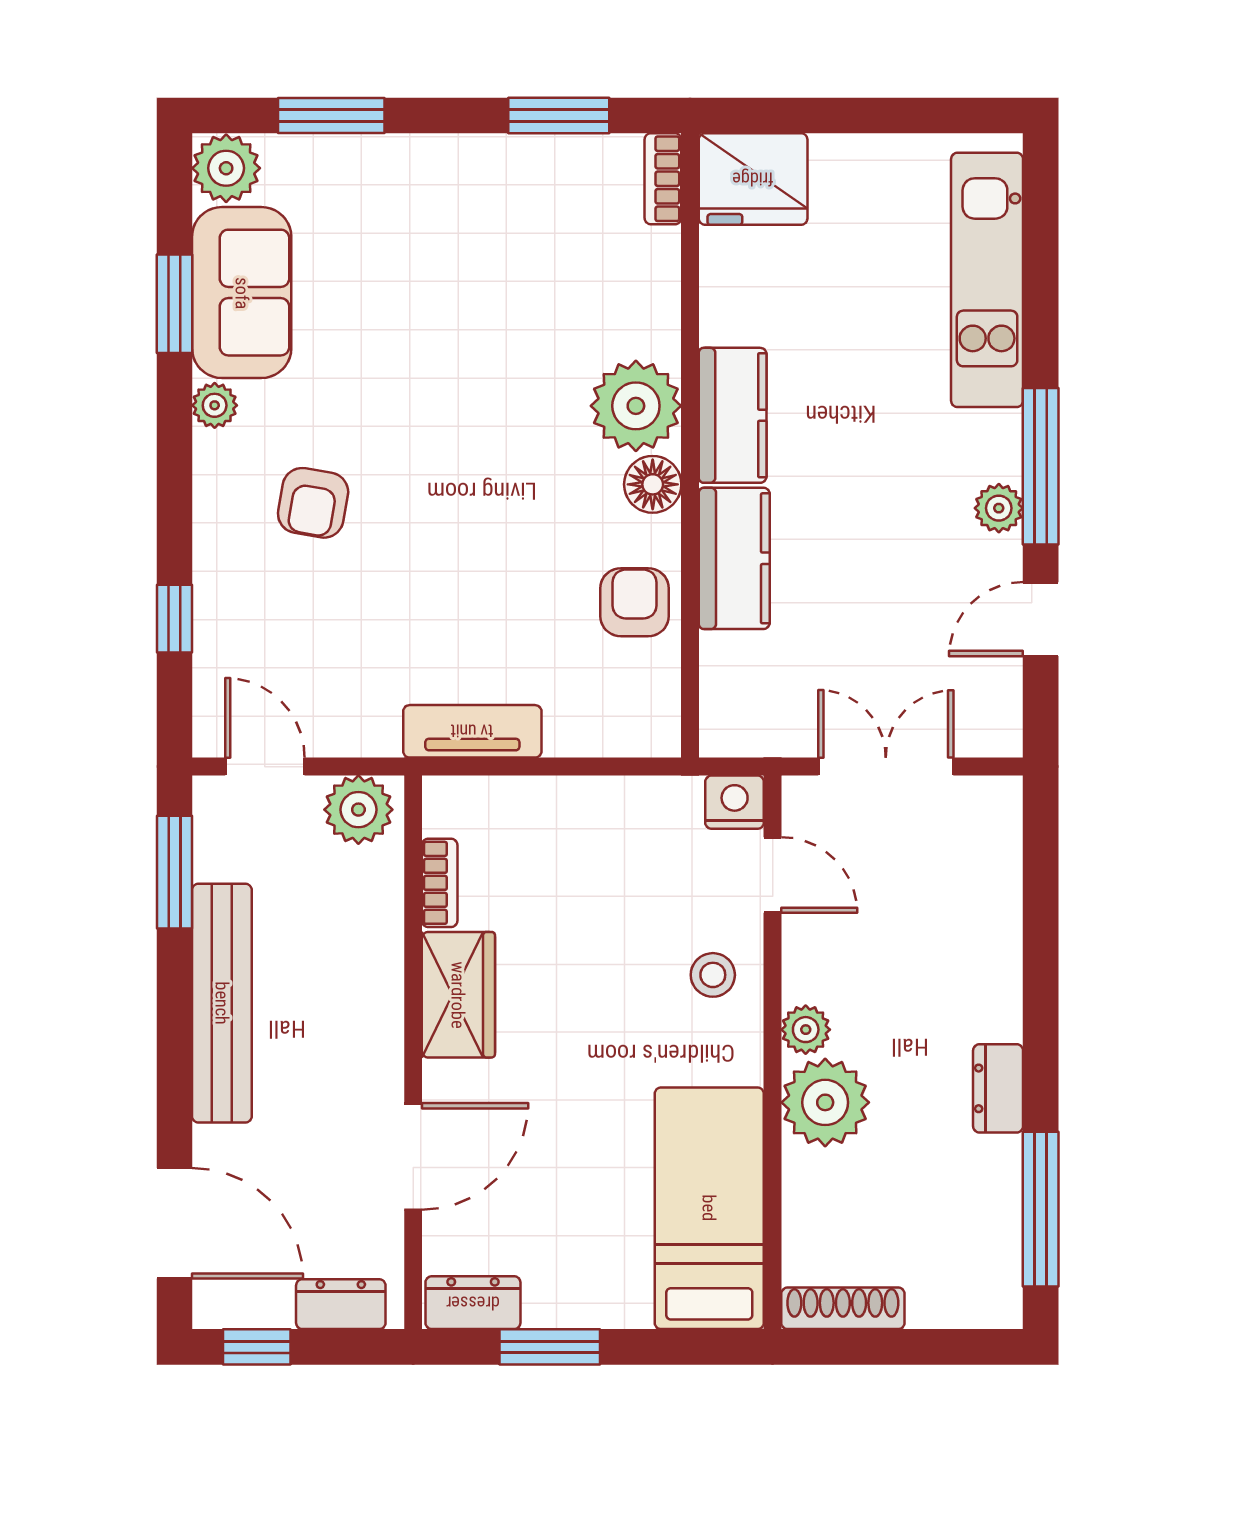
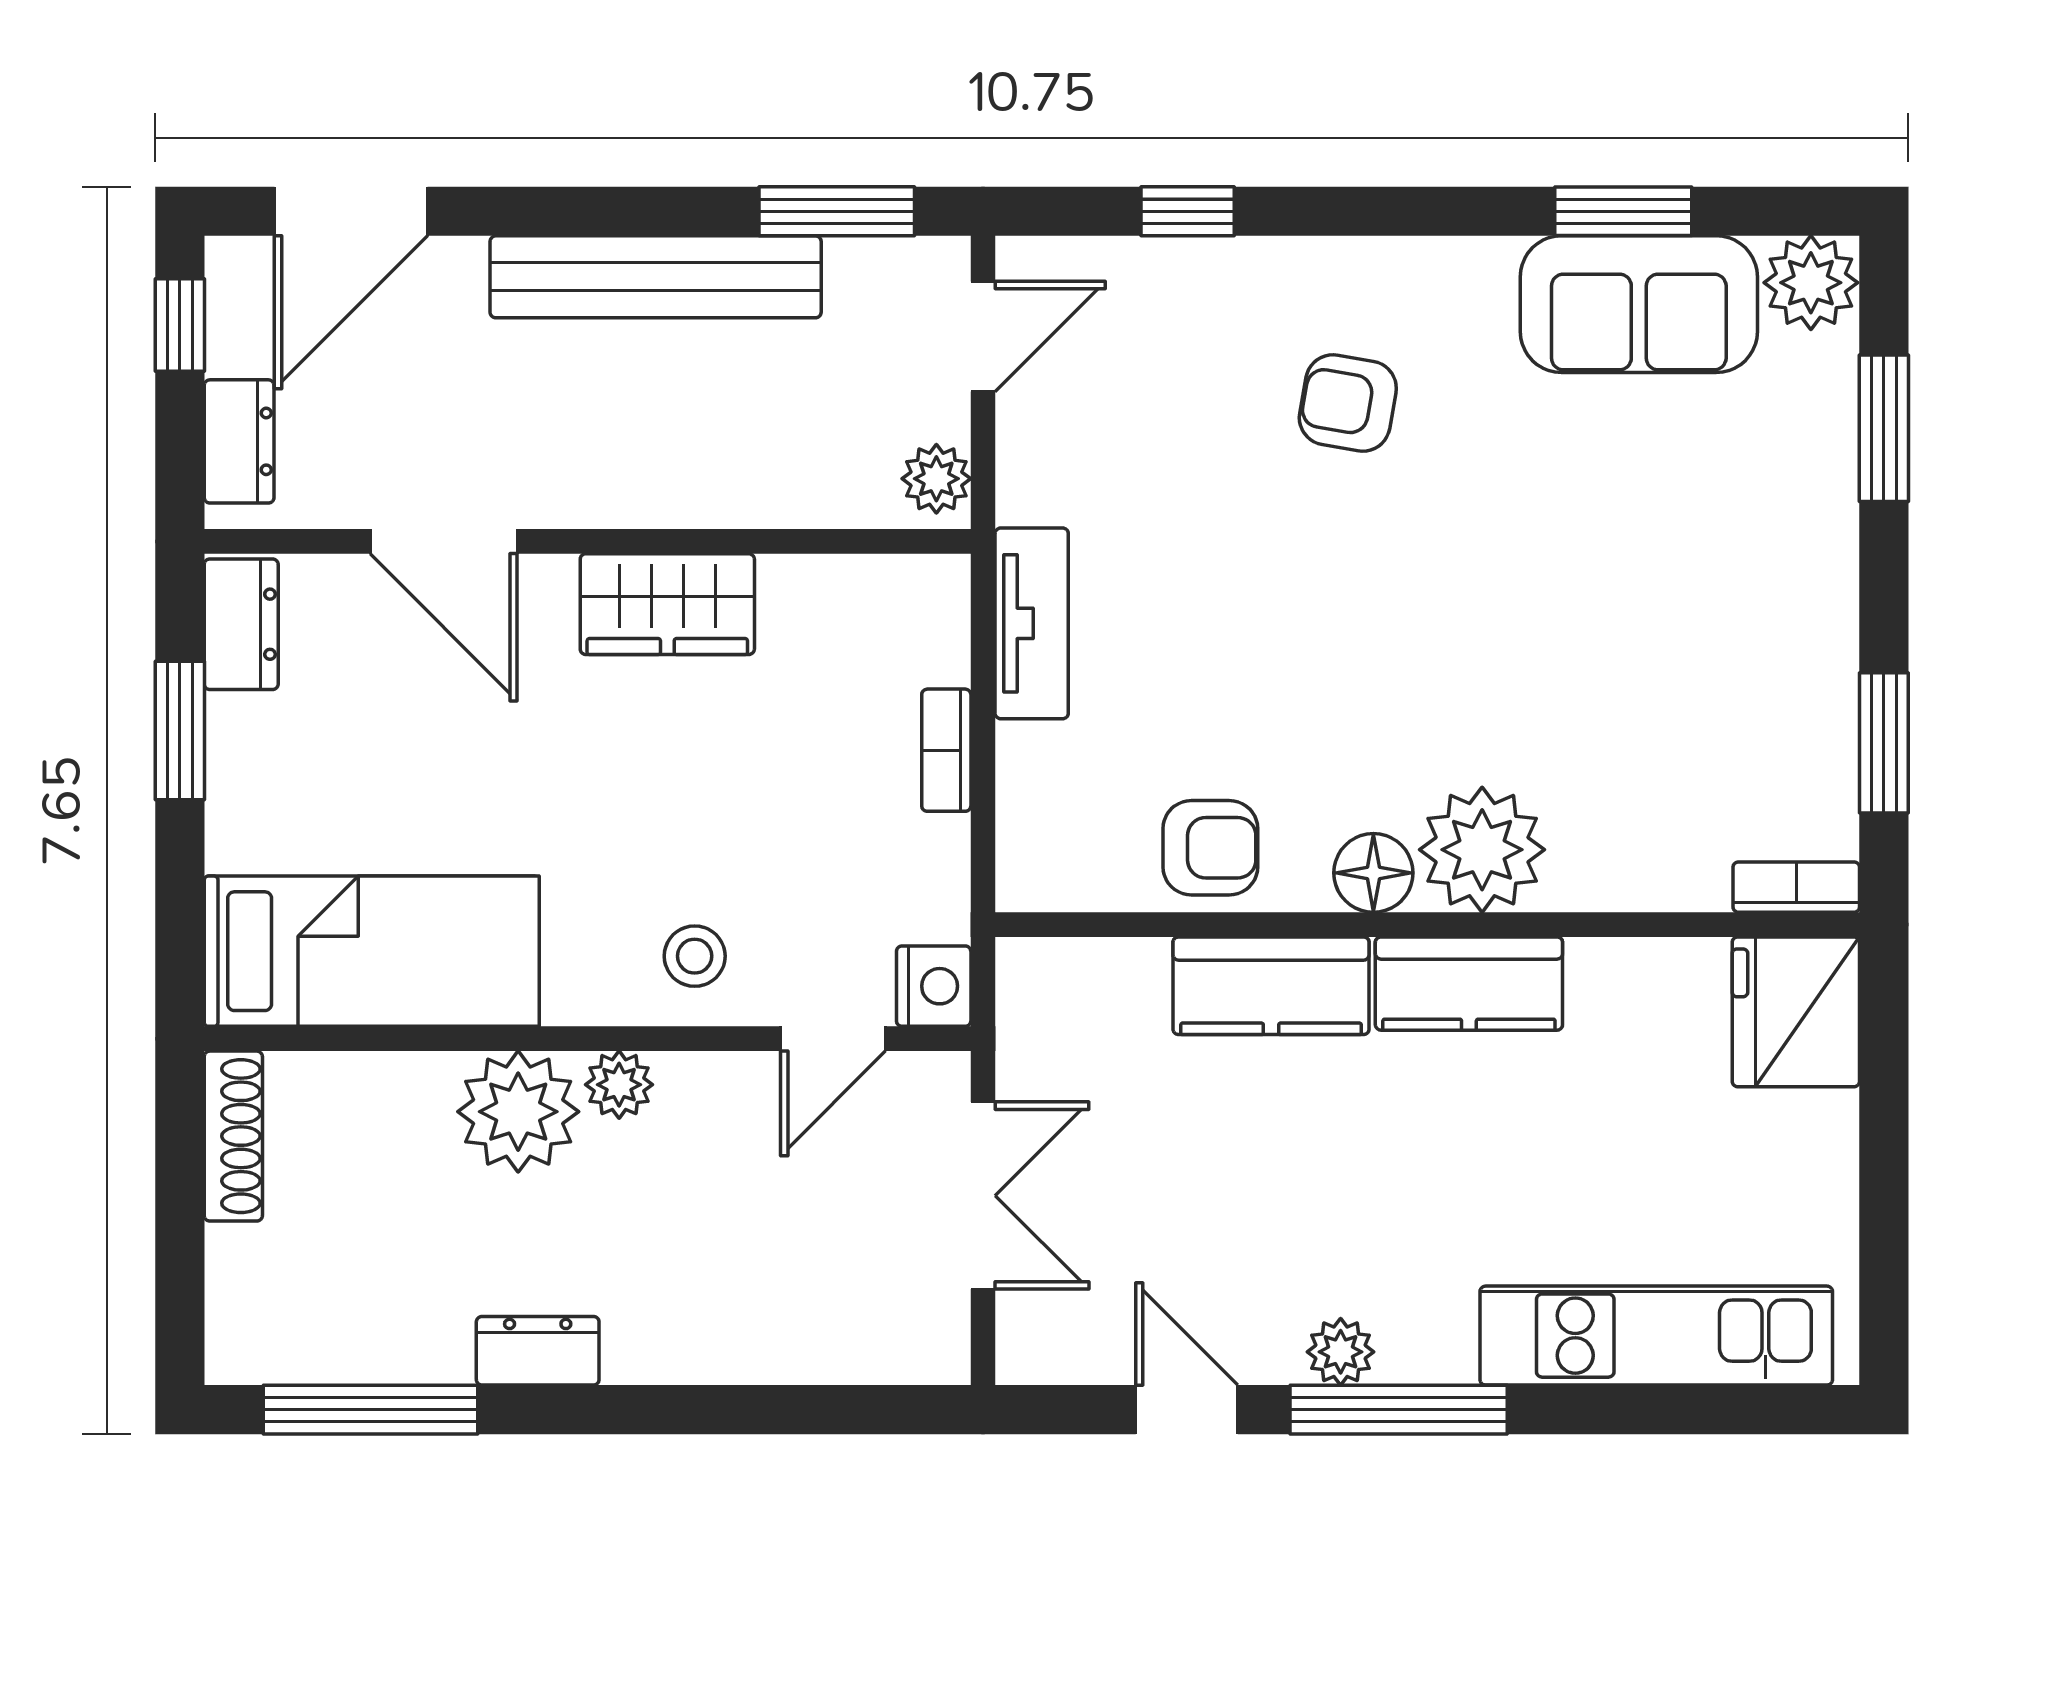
plant: (215, 405) -> (1483, 267), removed
plant: (358, 810) -> (936, 479), width x0.73, depth x0.73
bookcase: (440, 883) -> (946, 750), moved, turned 90

